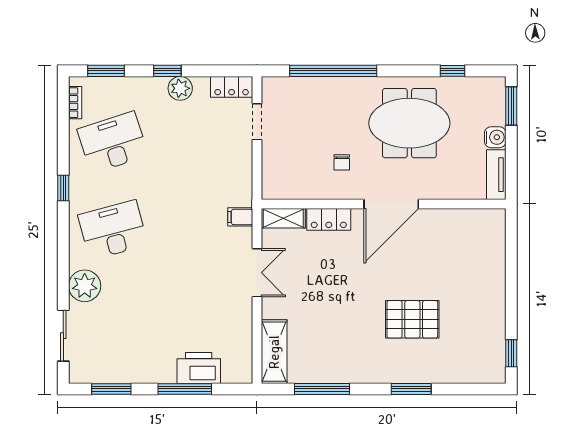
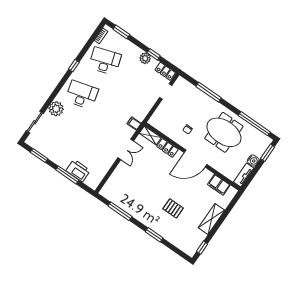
window: (167, 71) -> (154, 54), moved
window: (333, 71) -> (209, 92), width x0.68
window: (453, 71) -> (254, 124), width x3.17
filing cabinet: (464, 222) -> (219, 185), added
pallet: (412, 319) -> (173, 208), width x0.67, depth x0.71
shelving: (274, 352) -> (211, 219), moved

